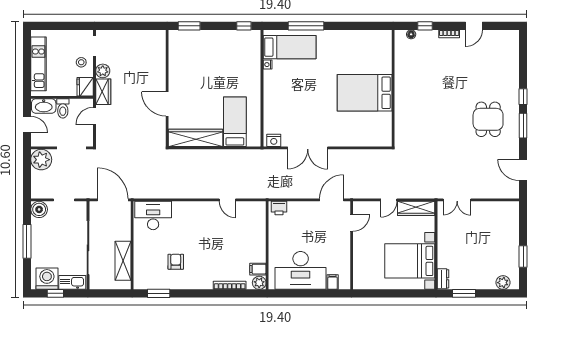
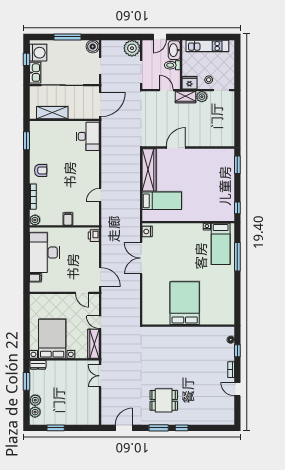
armchair: (176, 262) -> (41, 170), moved
filing cabinet: (258, 269) -> (68, 219), moved
plant: (488, 282) -> (35, 400), added

